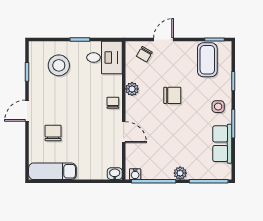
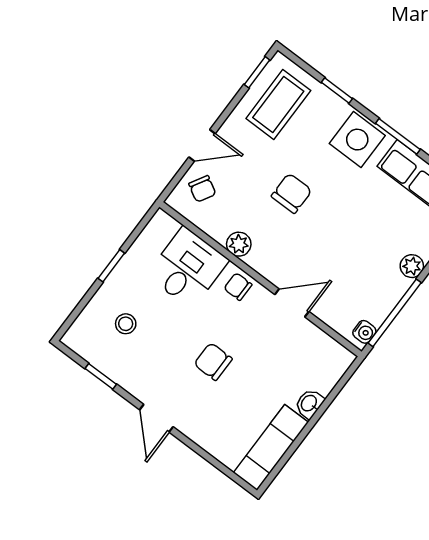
door: (164, 40) -> (202, 145), swing flipped
desk: (104, 57) -> (188, 268), moved
coffee table: (207, 60) -> (278, 104), turned 90
stool: (59, 65) -> (126, 324), width x0.53, depth x0.53
side table: (218, 107) -> (357, 140), width x1.87, depth x1.87
chair: (53, 133) -> (213, 362), moved
washbasin: (115, 174) -> (309, 403), moved

